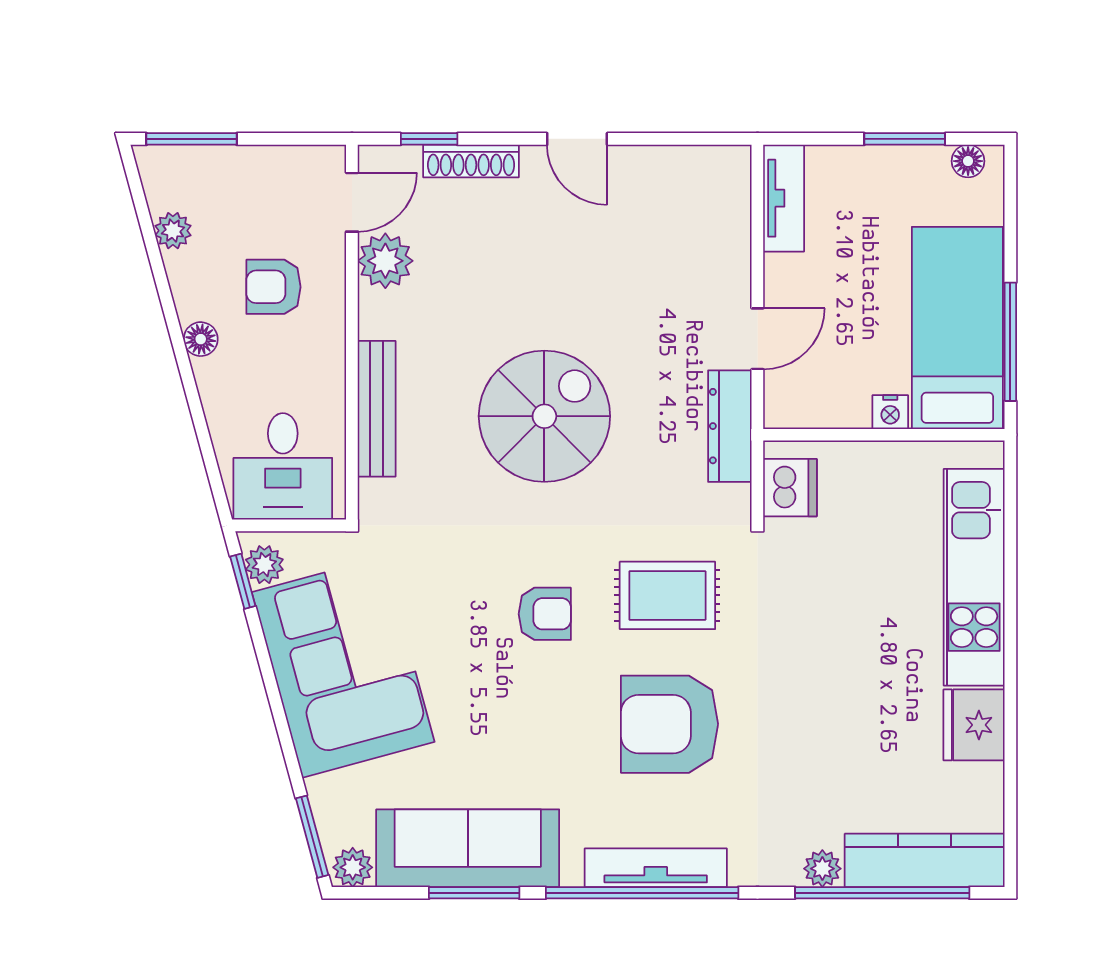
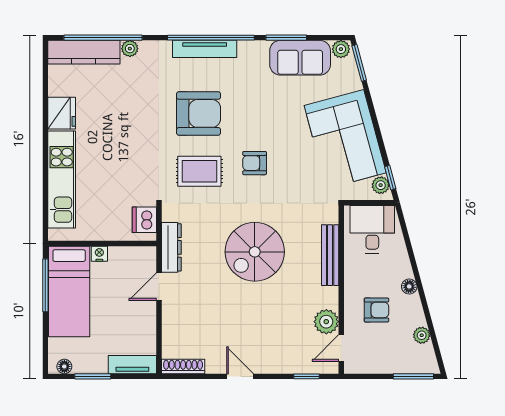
shoe rack: (471, 161) -> (183, 367), moved
tv unit: (784, 198) -> (132, 365), moved, turned 90
sofa: (468, 848) -> (300, 58), width x0.73

